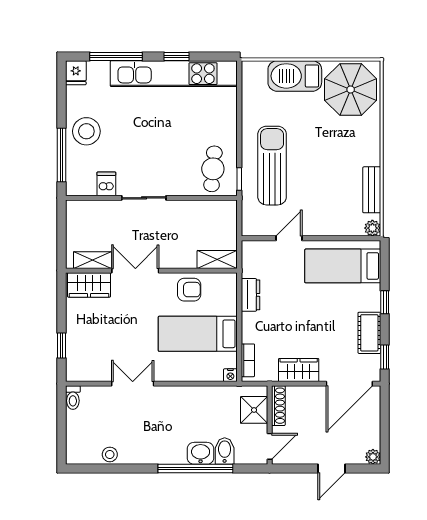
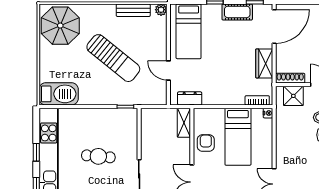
barbecue: (295, 76) -> (59, 94), moved, turned -90
sun lounger: (272, 166) -> (113, 58), moved, turned -141
cafe table: (213, 169) -> (98, 156), moved
dresser: (250, 295) -> (190, 98), moved
door: (349, 384) -> (274, 27), hinge flipped

